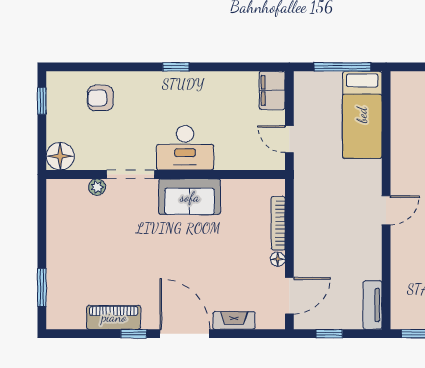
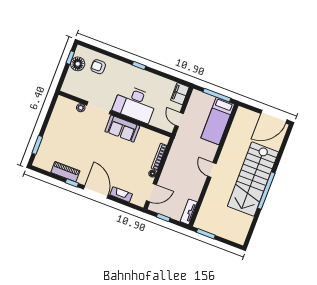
desk: (185, 148) -> (135, 104), width x1.36, depth x1.30
floor lamp: (60, 156) -> (78, 64), moved
door: (386, 210) -> (212, 170), swing flipped

